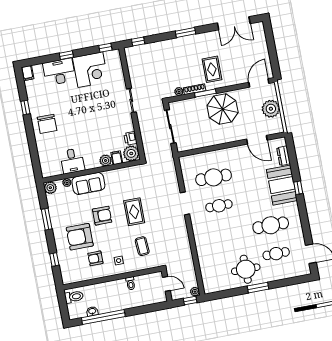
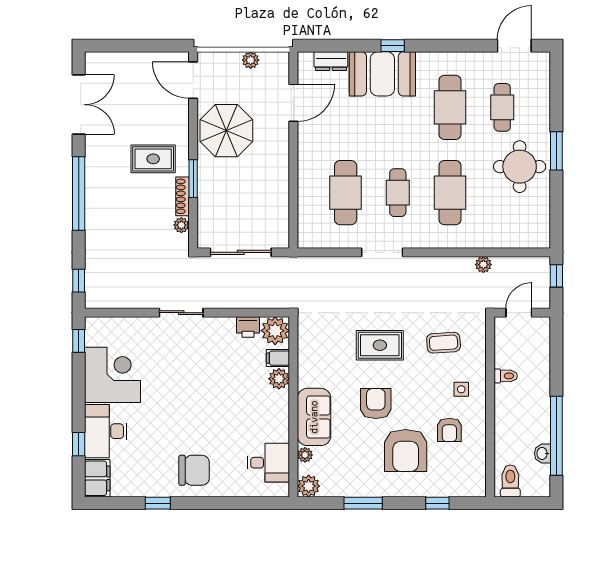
window: (185, 32) -> (79, 193), width x2.11
window: (66, 55) -> (79, 444), moved
filing cabinet: (27, 73) -> (97, 478), width x2.00
parasol: (223, 109) -> (226, 131), moved
plant: (271, 109) -> (251, 60), width x0.53, depth x0.53
desk: (72, 161) -> (268, 463), moved
cafe table: (224, 234) -> (450, 193), added
plant: (195, 292) -> (483, 265), moved

